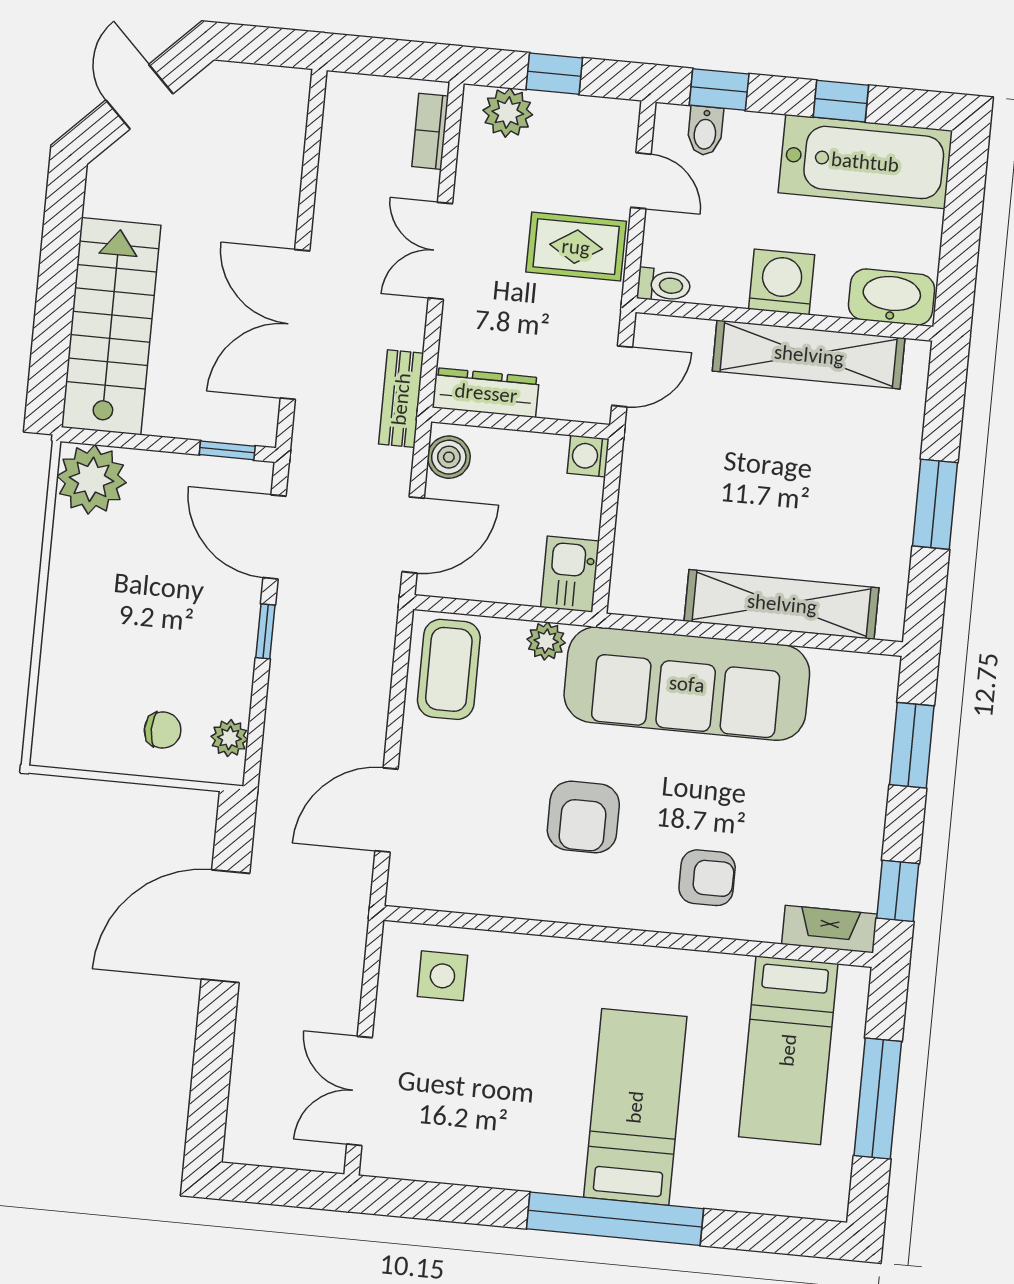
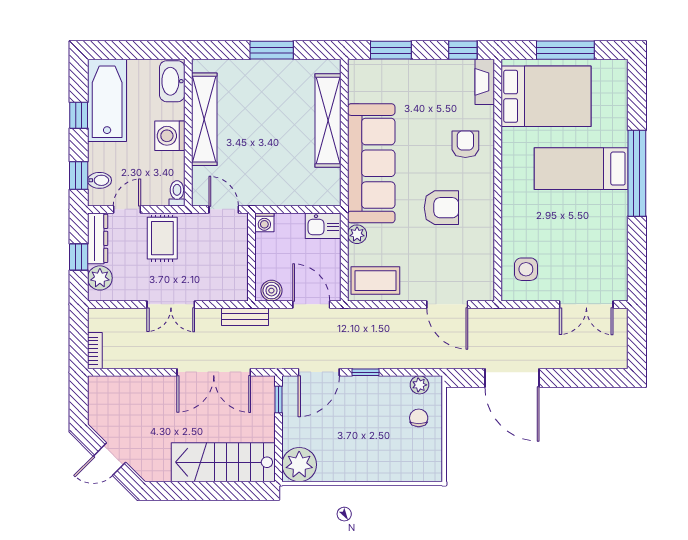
bookcase: (430, 131) -> (95, 351), moved, turned -90
dresser: (486, 393) -> (98, 238), moved, turned 180
bed: (788, 1050) -> (546, 96), width x1.50

